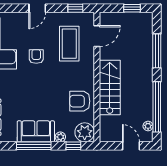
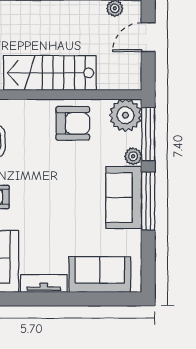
armchair: (80, 101) -> (73, 123), turned -90
window: (73, 146) -> (148, 134), width x2.17

